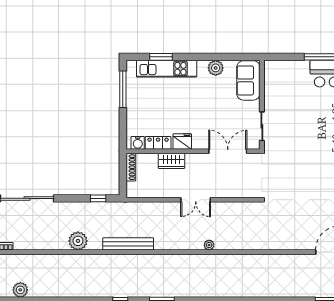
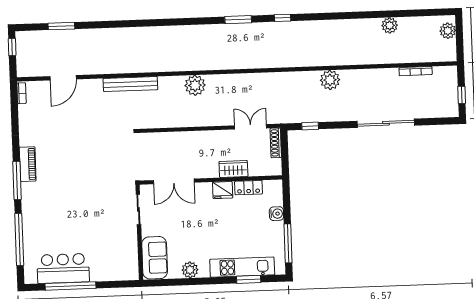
water cooler: (138, 143) -> (276, 214), moved, turned 90
shoe rack: (131, 167) -> (276, 143), moved
double door: (196, 200) -> (251, 127), moved
bench: (128, 244) -> (130, 84), moved
plant: (209, 245) -> (195, 85), width x1.88, depth x1.88

